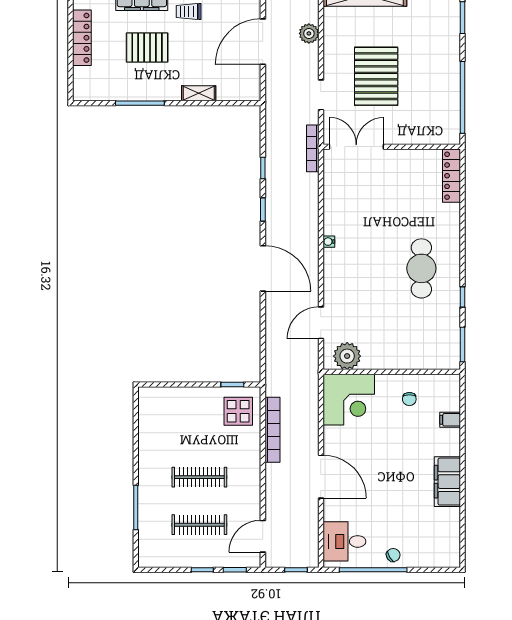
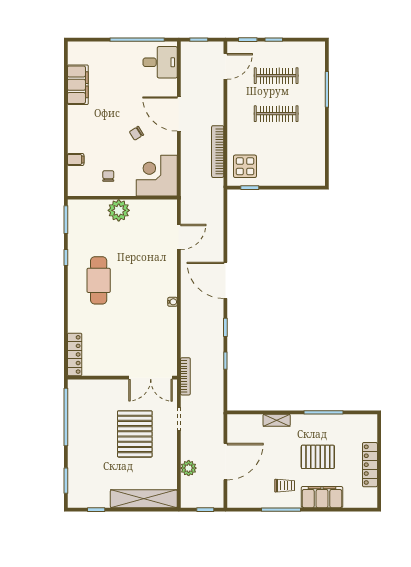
plant: (347, 356) -> (119, 210), moved
filing cabinet: (447, 482) -> (78, 85), moved
chair: (393, 555) -> (136, 133), moved

